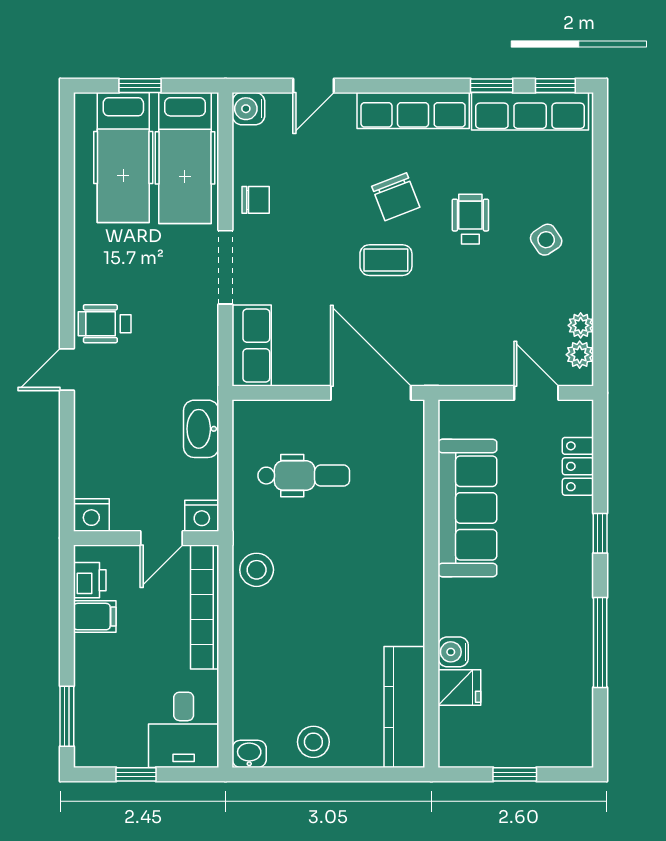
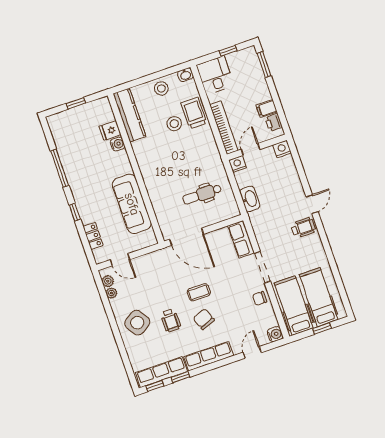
side table: (546, 240) -> (137, 323), width x1.87, depth x1.87
stool: (257, 570) -> (174, 124), moved
trolley: (260, 662) -> (194, 113), added

